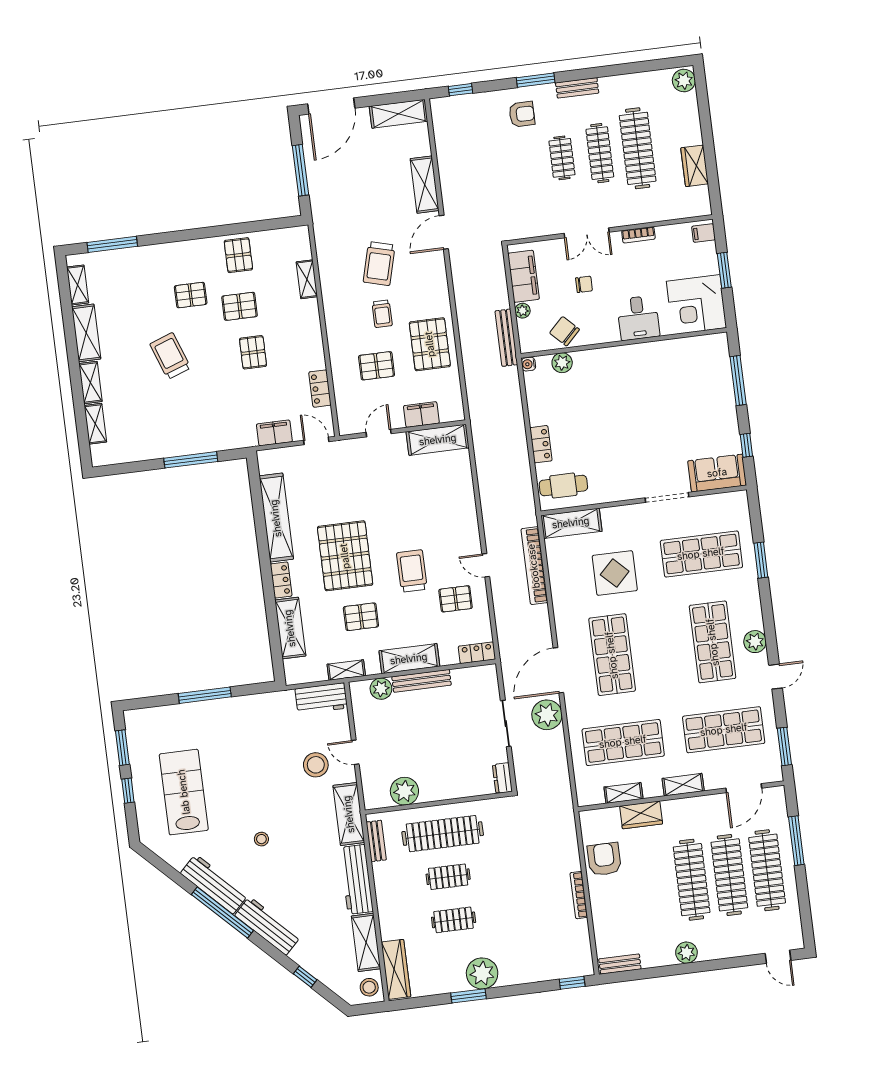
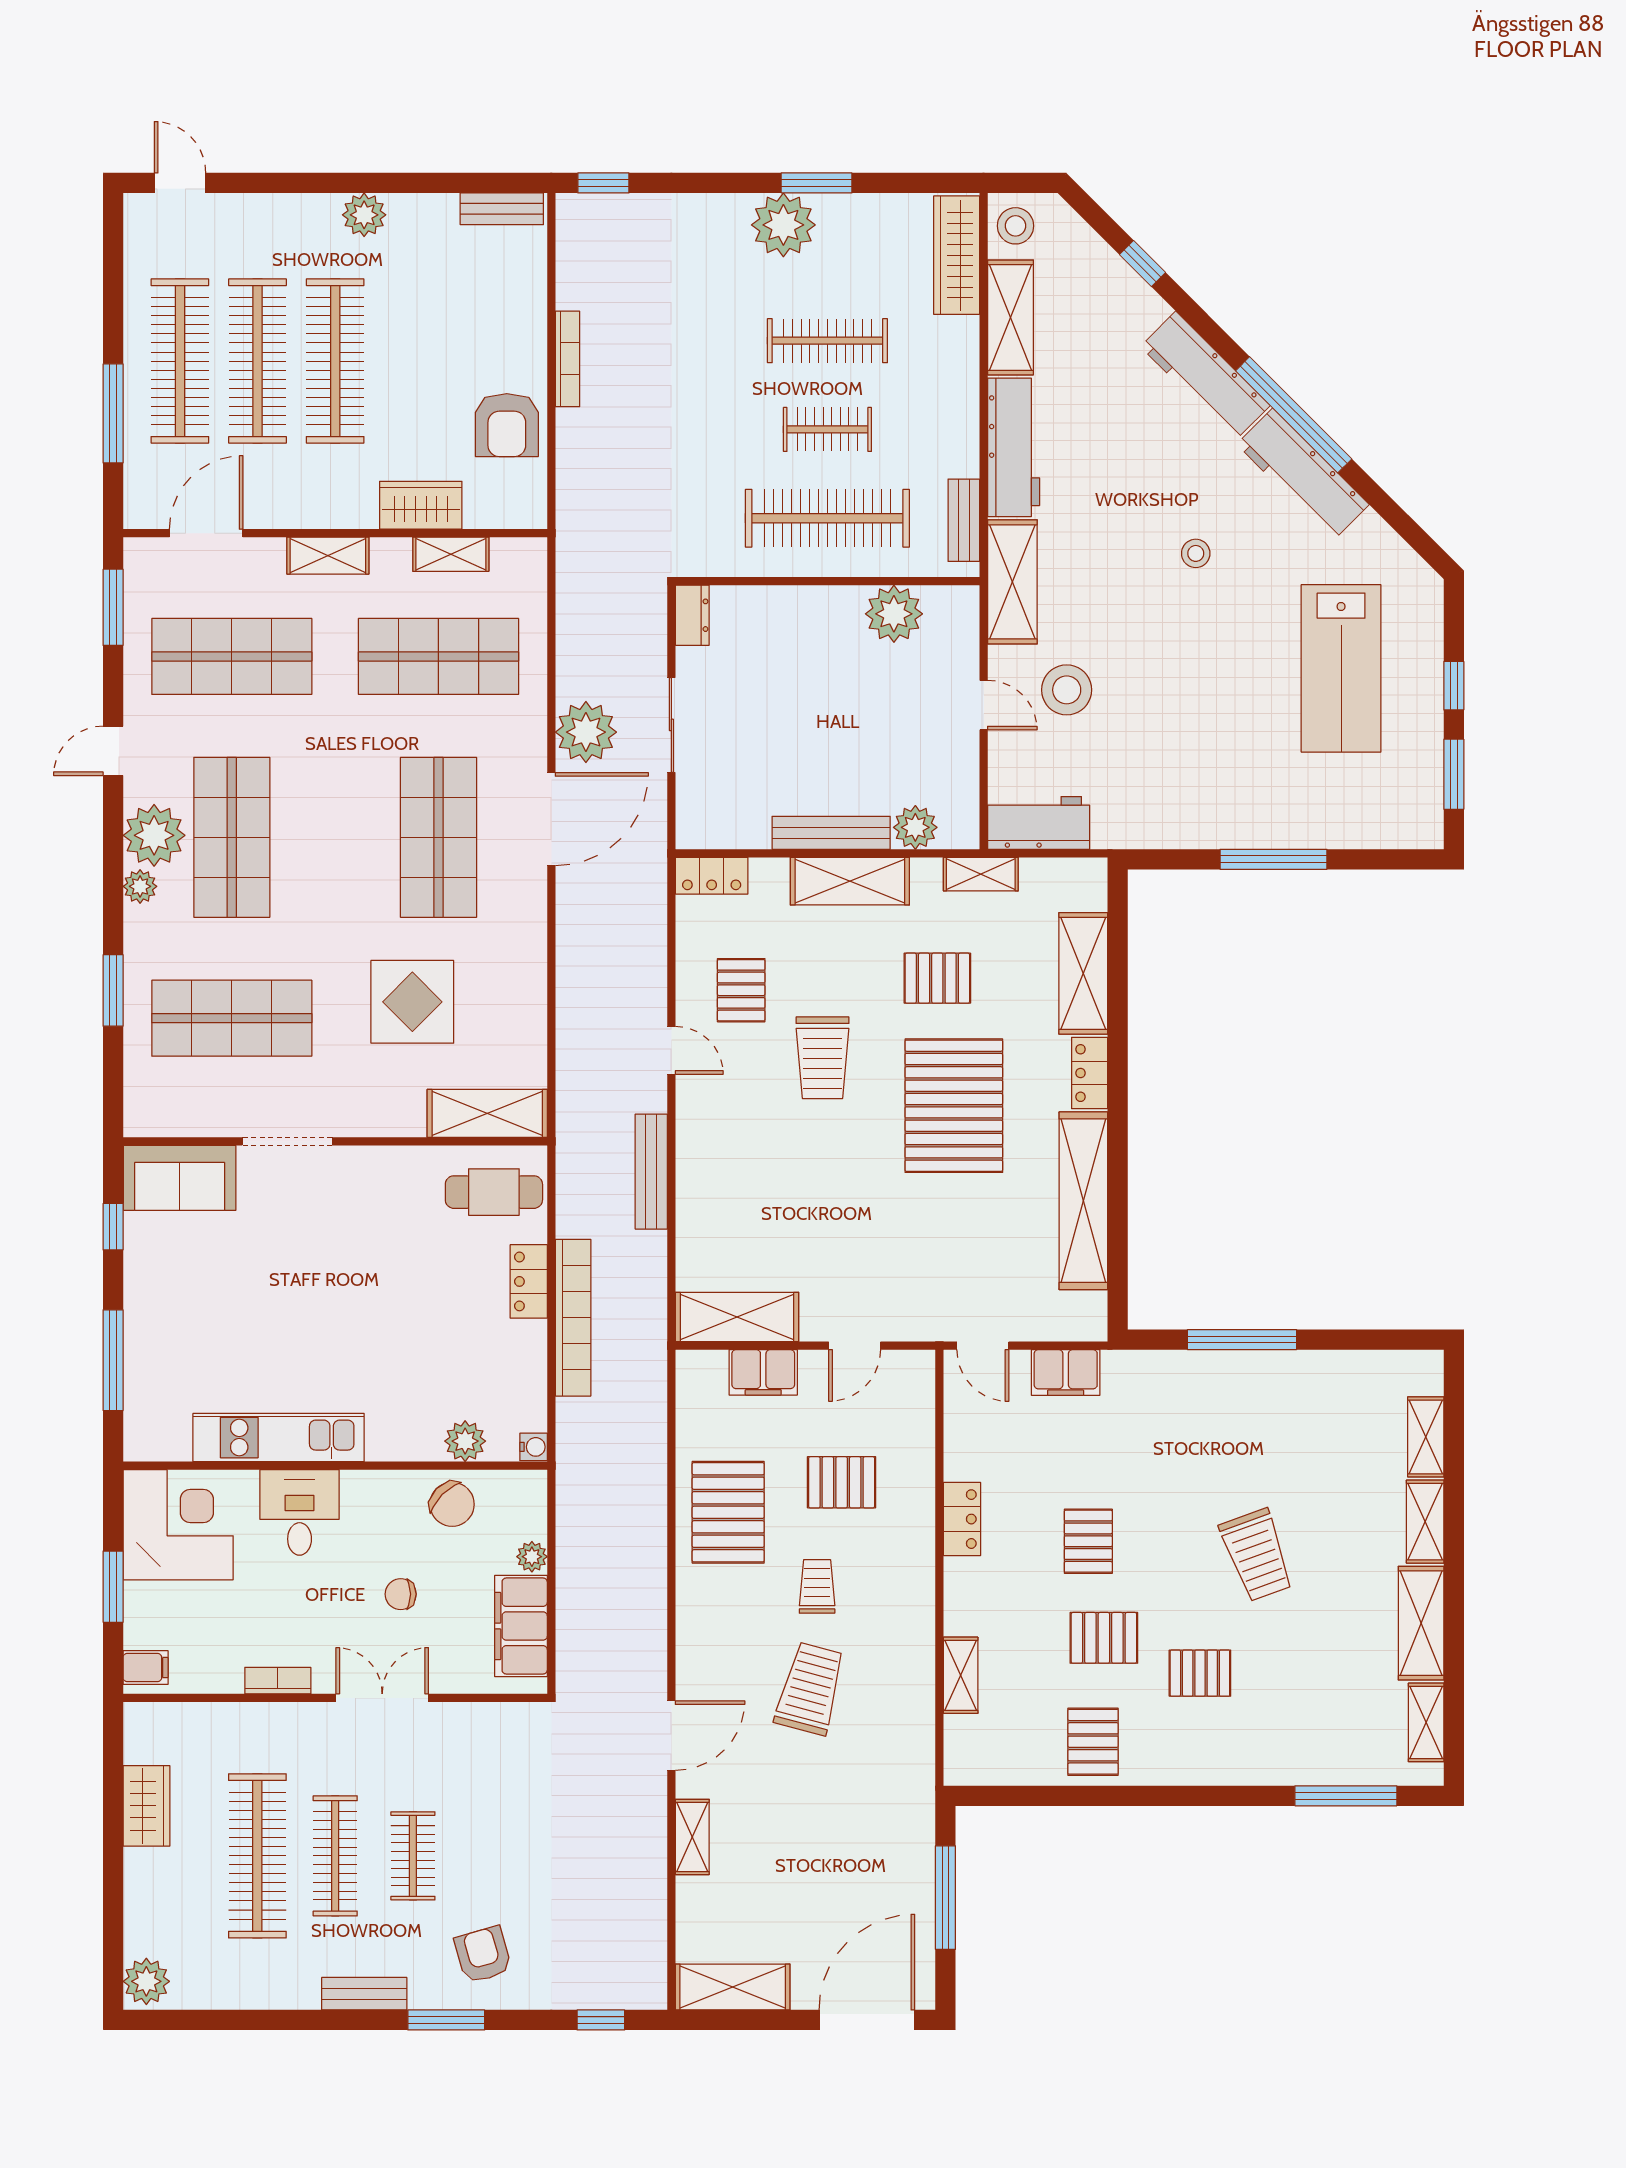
armchair: (522, 114) -> (483, 1955), turned 74
shelving: (425, 185) -> (692, 1837), width x0.67, depth x0.75
bench: (506, 338) -> (651, 1172), moved
kitchen unit: (653, 353) -> (279, 1438), added
locker: (320, 389) -> (962, 1519), moved
bookcase: (534, 566) -> (573, 1318), moved
pallet: (456, 599) -> (741, 990), turned 90
plant: (754, 612) -> (140, 886), added
plant: (755, 642) -> (154, 835), width x1.36, depth x1.36
clothes rail: (454, 920) -> (827, 341), width x1.36

